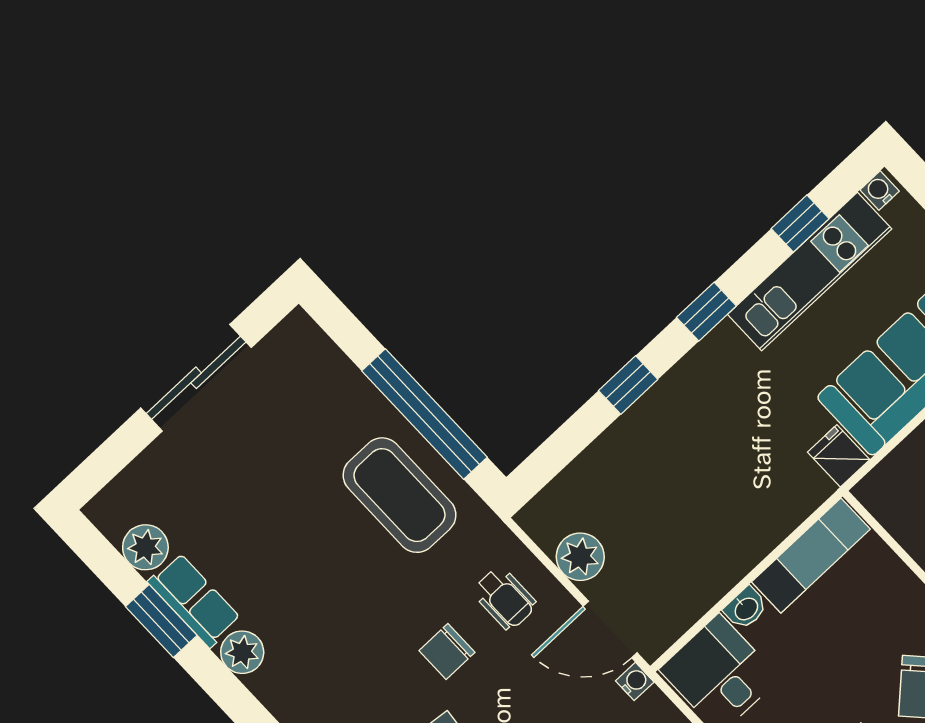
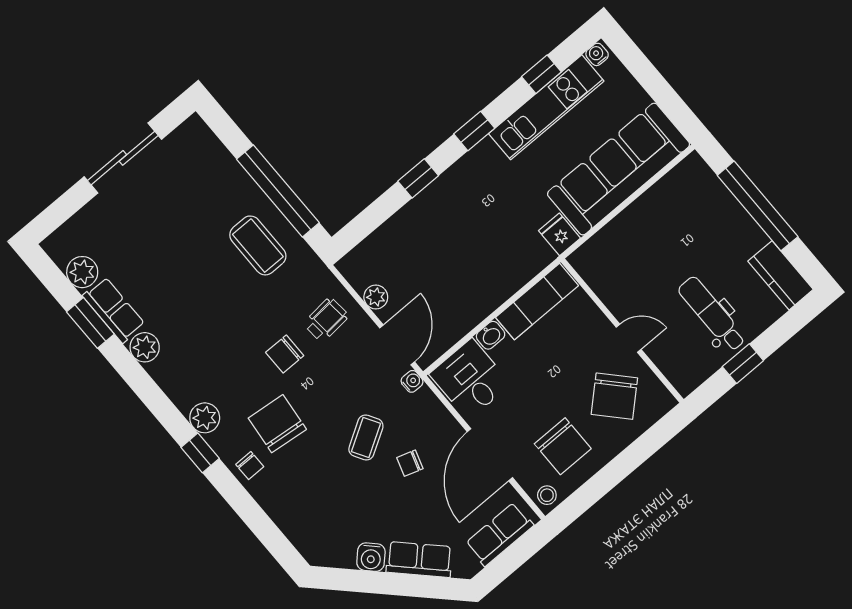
coffee table: (400, 495) -> (258, 245), width x0.73, depth x0.76
plant: (580, 557) -> (376, 297), width x0.73, depth x0.73
wheelchair: (505, 598) -> (326, 320), turned -95
door: (610, 629) -> (397, 345), swing flipped

